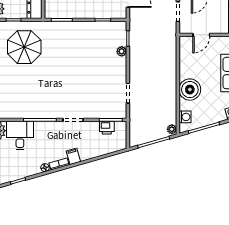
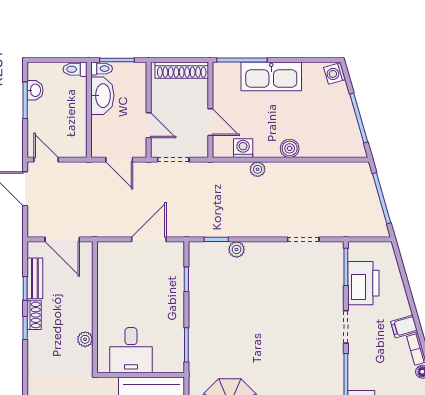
boiler: (190, 90) -> (290, 148), width x0.54, depth x0.54
washing machine: (185, 117) -> (243, 148), moved
printer: (107, 128) -> (363, 283), width x1.87, depth x1.48
plant: (172, 129) -> (258, 169), moved

